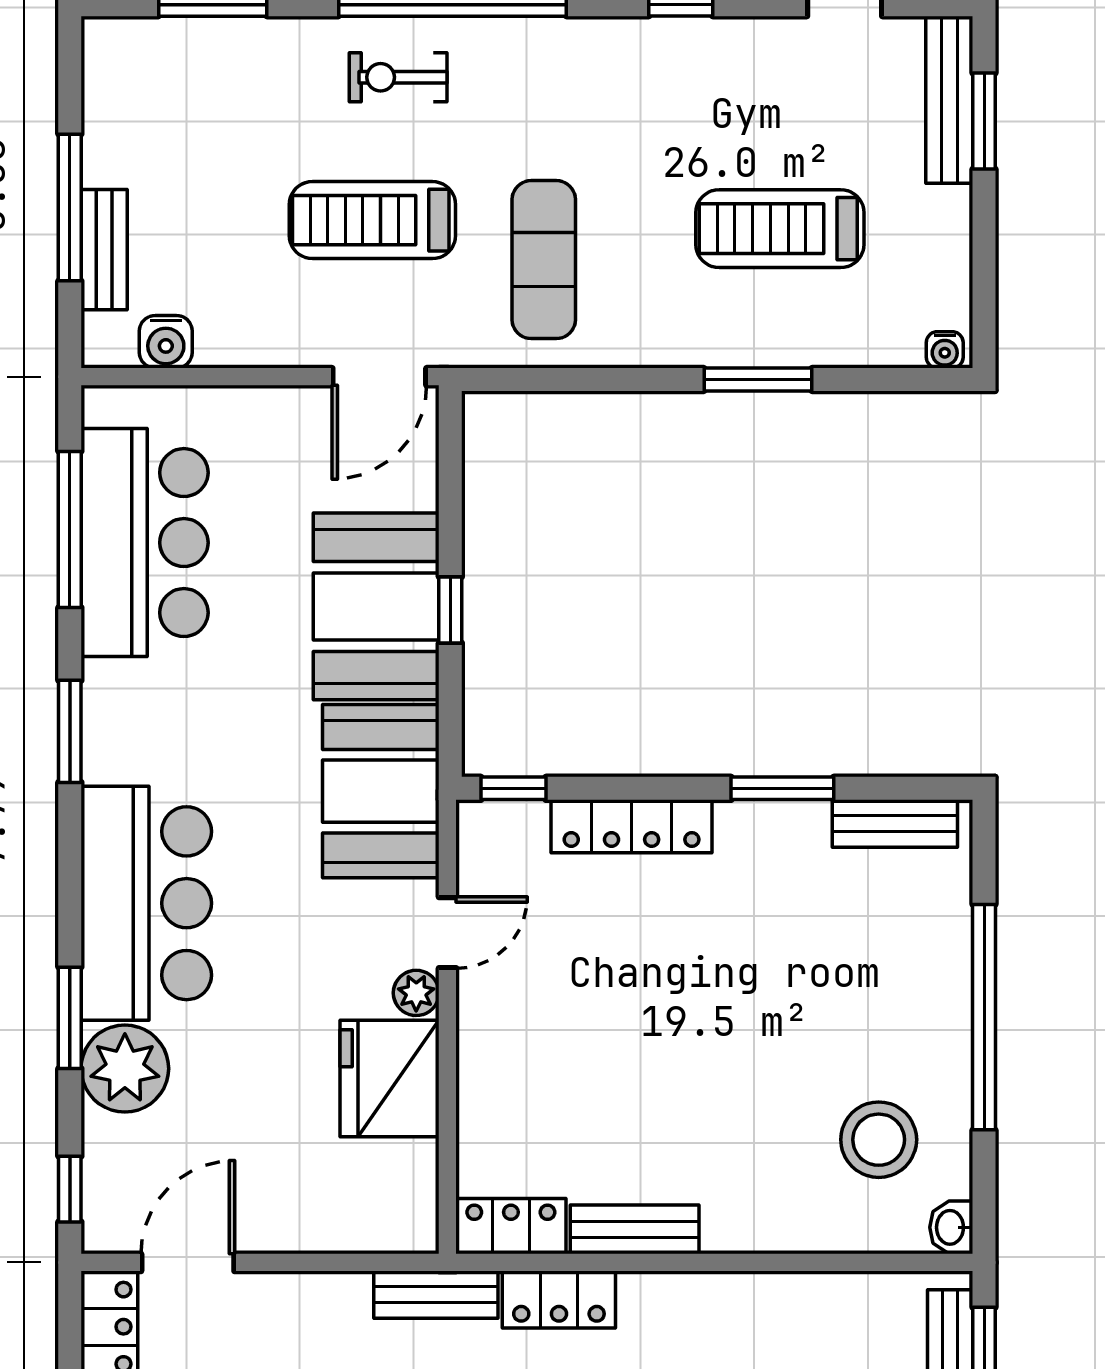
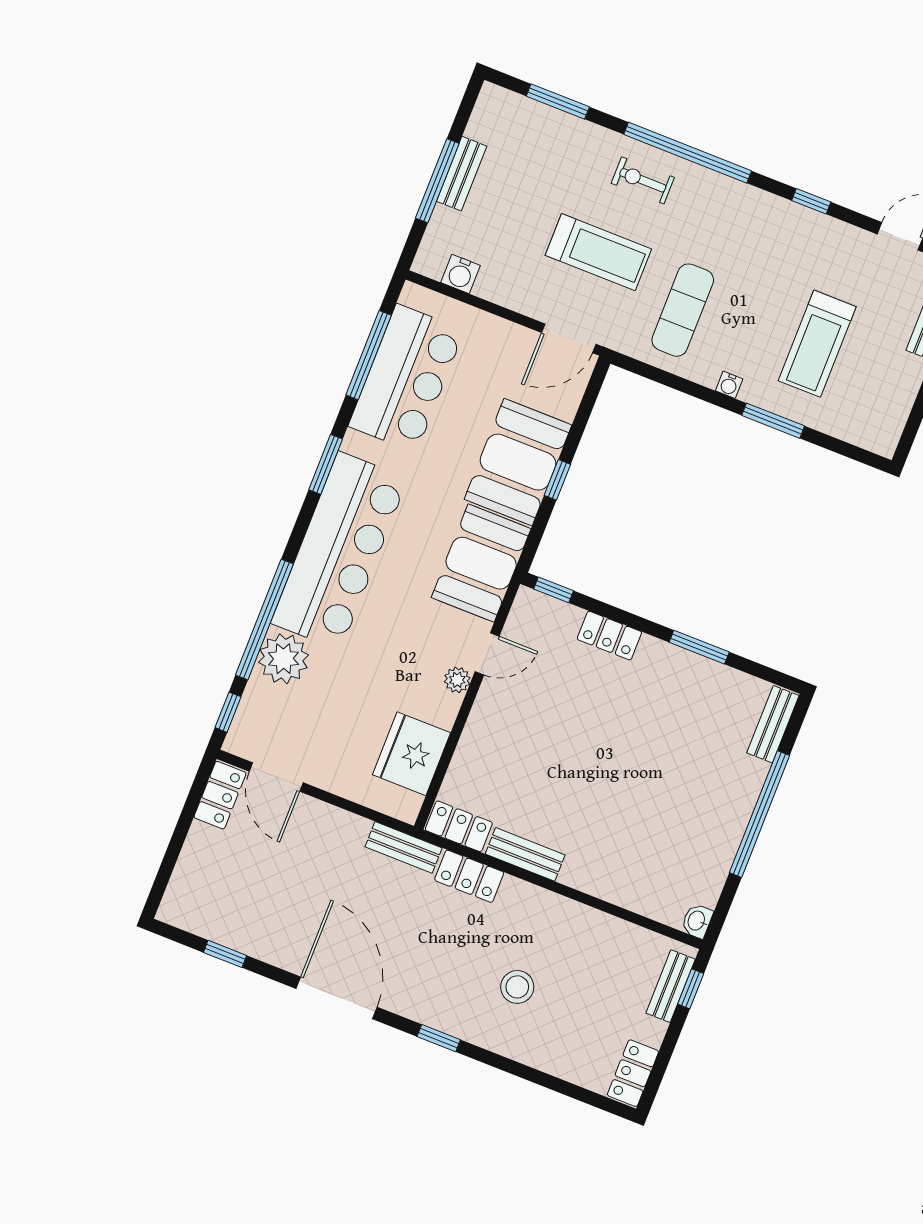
treadmill: (372, 220) -> (598, 252), turned 180
treadmill: (780, 229) -> (817, 344), turned -90
bench: (104, 250) -> (462, 174), moved
water cooler: (945, 350) -> (729, 385), moved
bench: (895, 824) -> (773, 724), moved, turned 90
locker: (632, 826) -> (609, 636), width x0.66
bar counter: (146, 903) -> (339, 551), width x1.36
window: (70, 1018) -> (264, 619), width x2.11
fridge: (390, 1078) -> (412, 754), moved
stool: (879, 1140) -> (676, 858), removed
door: (188, 1262) -> (276, 777), swing flipped

